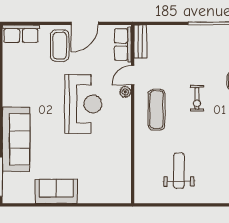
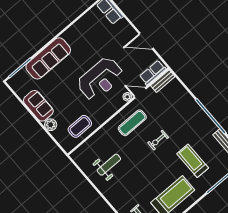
coffee table: (60, 46) -> (80, 126), moved
plant: (86, 195) -> (51, 125), added

